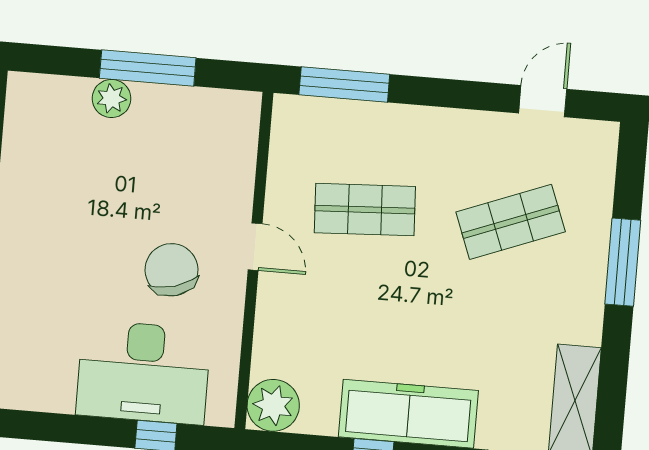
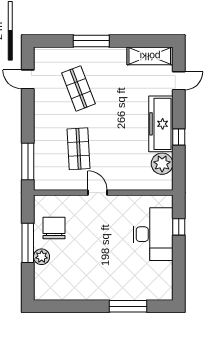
door: (255, 247) -> (98, 193), hinge flipped
chair: (171, 270) -> (54, 228), moved, turned 106
plant: (273, 405) -> (162, 164), moved

